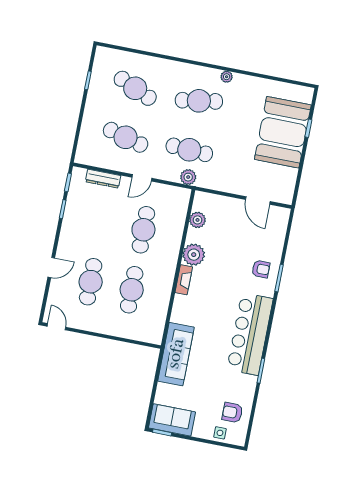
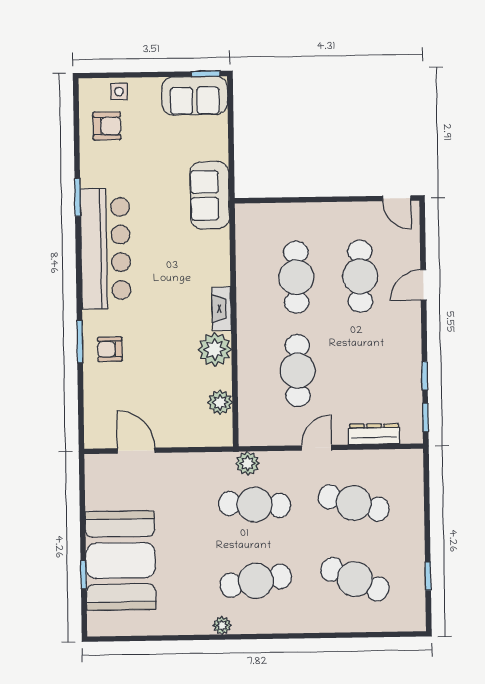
sofa: (176, 354) -> (210, 195), width x0.73

